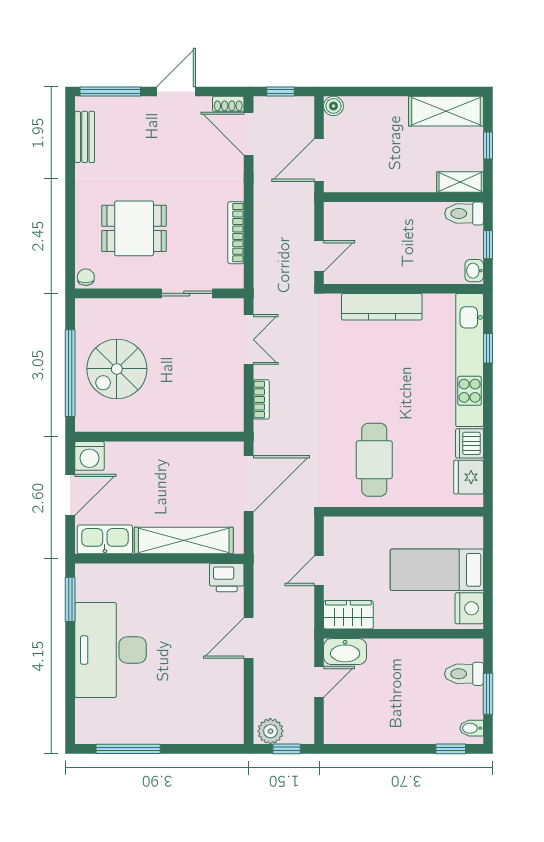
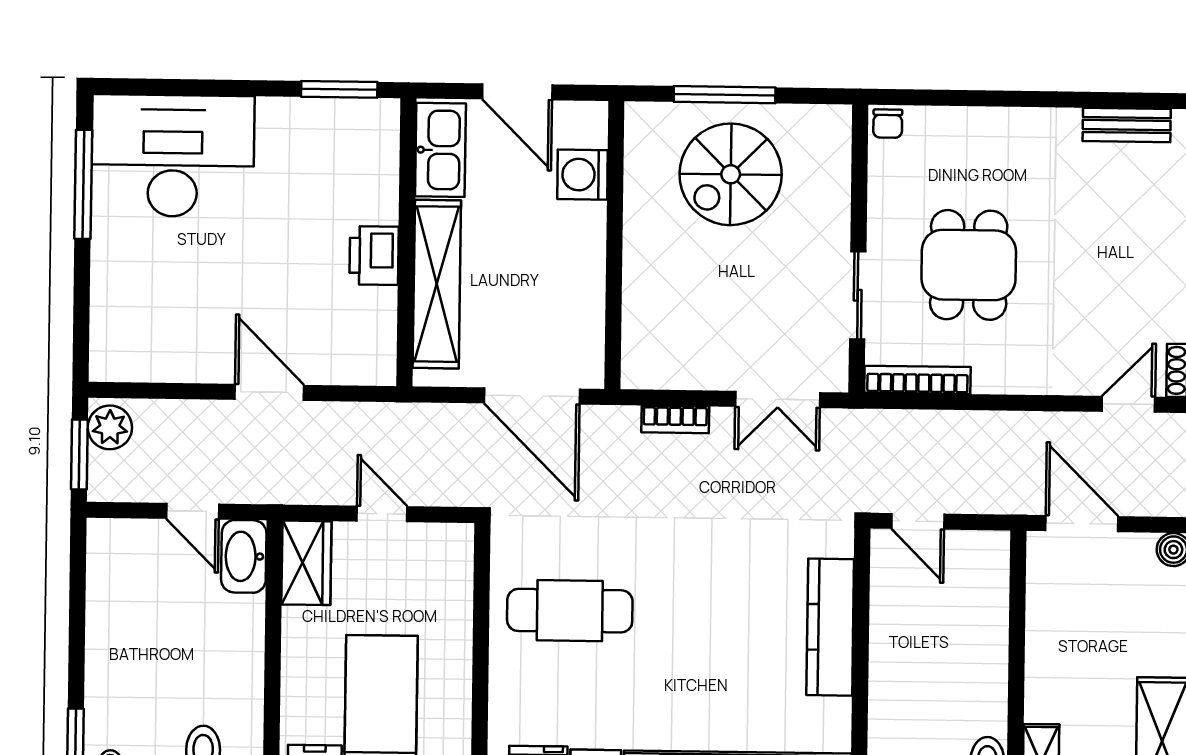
door: (249, 134) -> (1128, 404), width x0.73
dining table: (134, 228) -> (969, 265), moved
bookcase: (236, 233) -> (917, 380), moved
chair: (86, 277) -> (888, 124), turned 90
spiral stairs: (117, 369) -> (731, 174), turned -90
window: (70, 373) -> (725, 95), width x0.68
washing machine: (89, 456) -> (582, 175), moved
printer: (227, 578) -> (374, 256), moved
desk: (111, 650) -> (173, 156), moved
window: (287, 749) -> (79, 454), width x1.50

